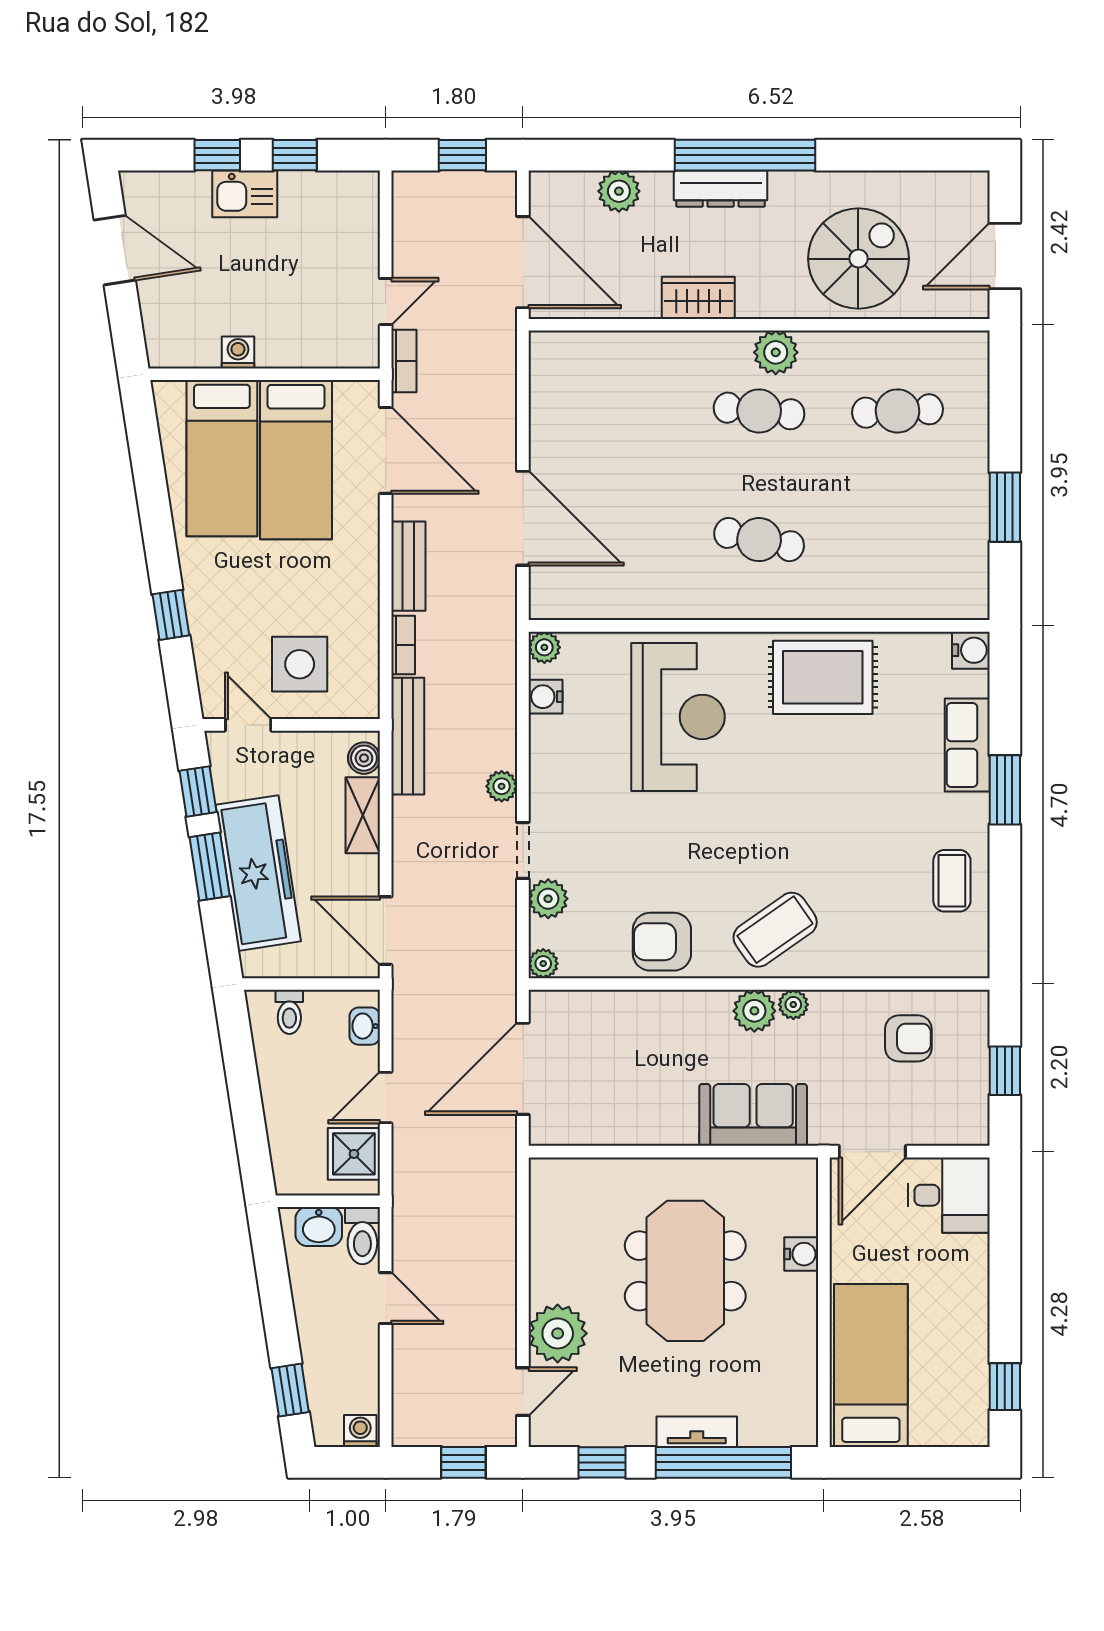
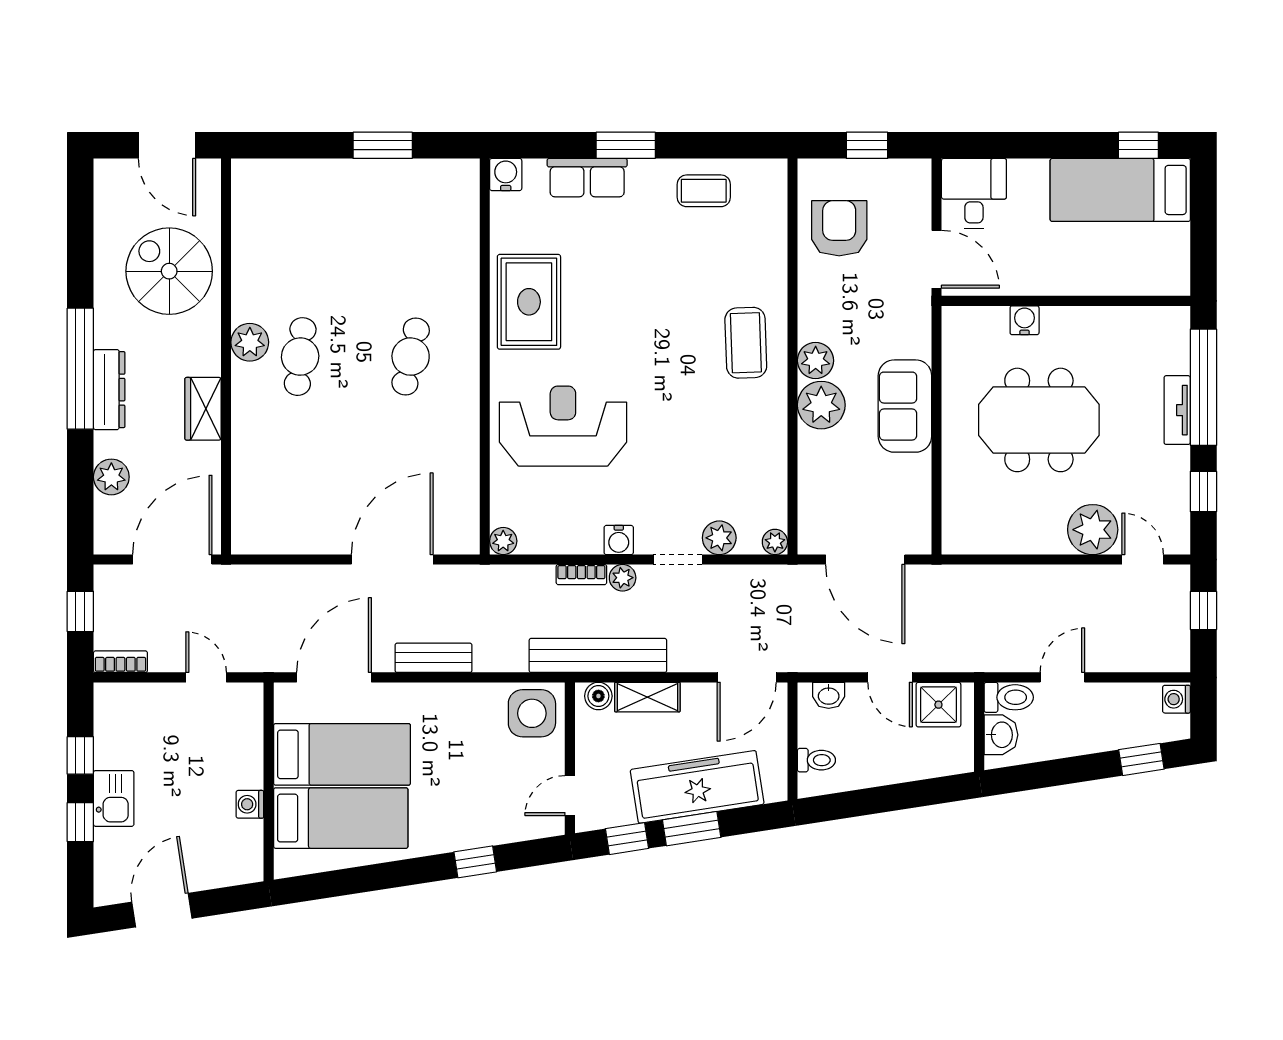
bookcase: (404, 361) -> (120, 662), moved
cafe table: (897, 411) -> (300, 238), removed
bookcase: (403, 645) -> (581, 575), moved, turned 180
side table: (300, 664) -> (532, 713), moved
water cooler: (545, 697) -> (619, 540), moved
bench: (408, 736) -> (598, 655), width x1.37, depth x1.21
coffee table: (775, 930) -> (746, 343), turned 33
armchair: (662, 942) -> (756, 440), removed
plant: (793, 1005) -> (821, 405), moved, width x1.87, depth x1.87
armchair: (908, 1038) -> (839, 228), width x1.38, depth x1.38
sofa: (753, 1115) -> (905, 406), moved
bed: (871, 1365) -> (1120, 190), moved

